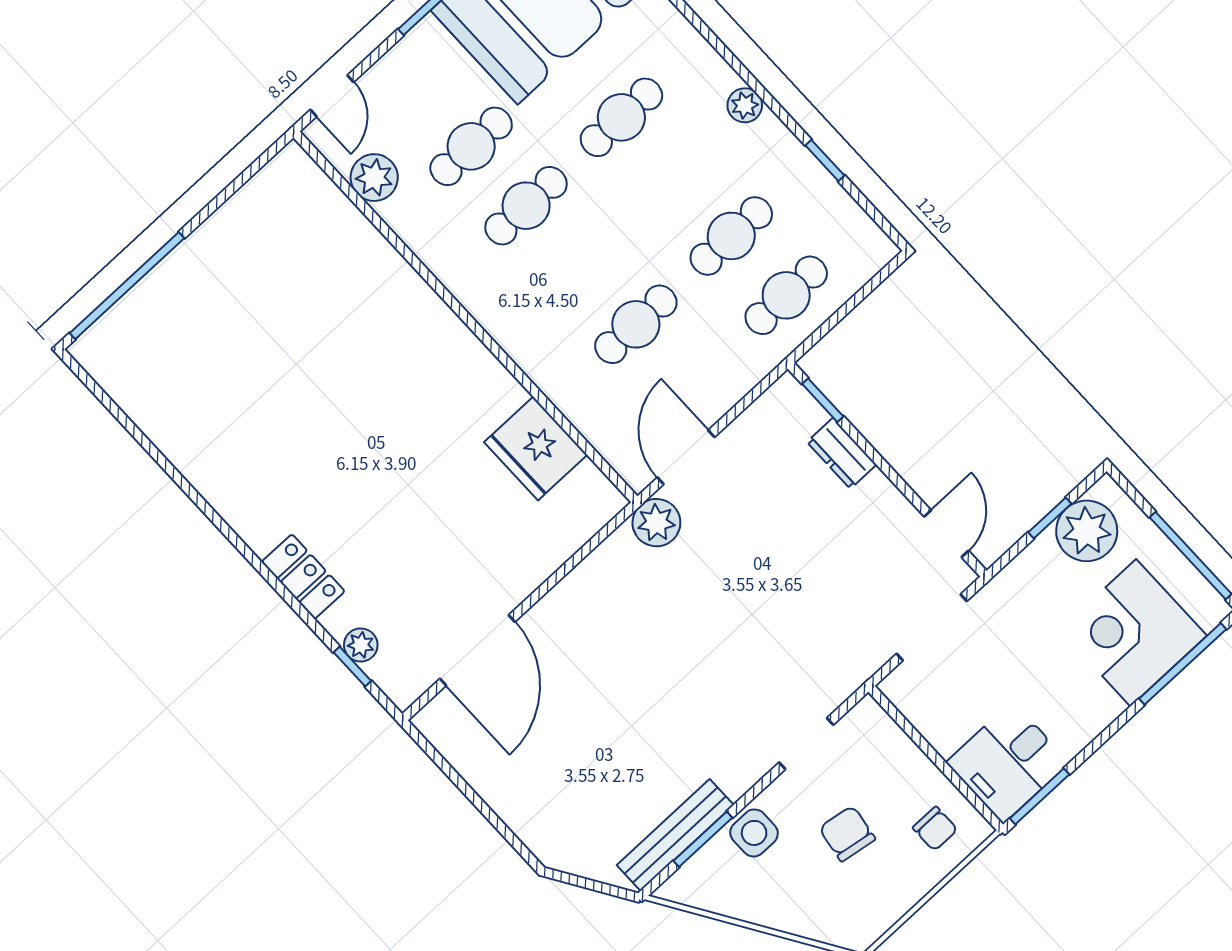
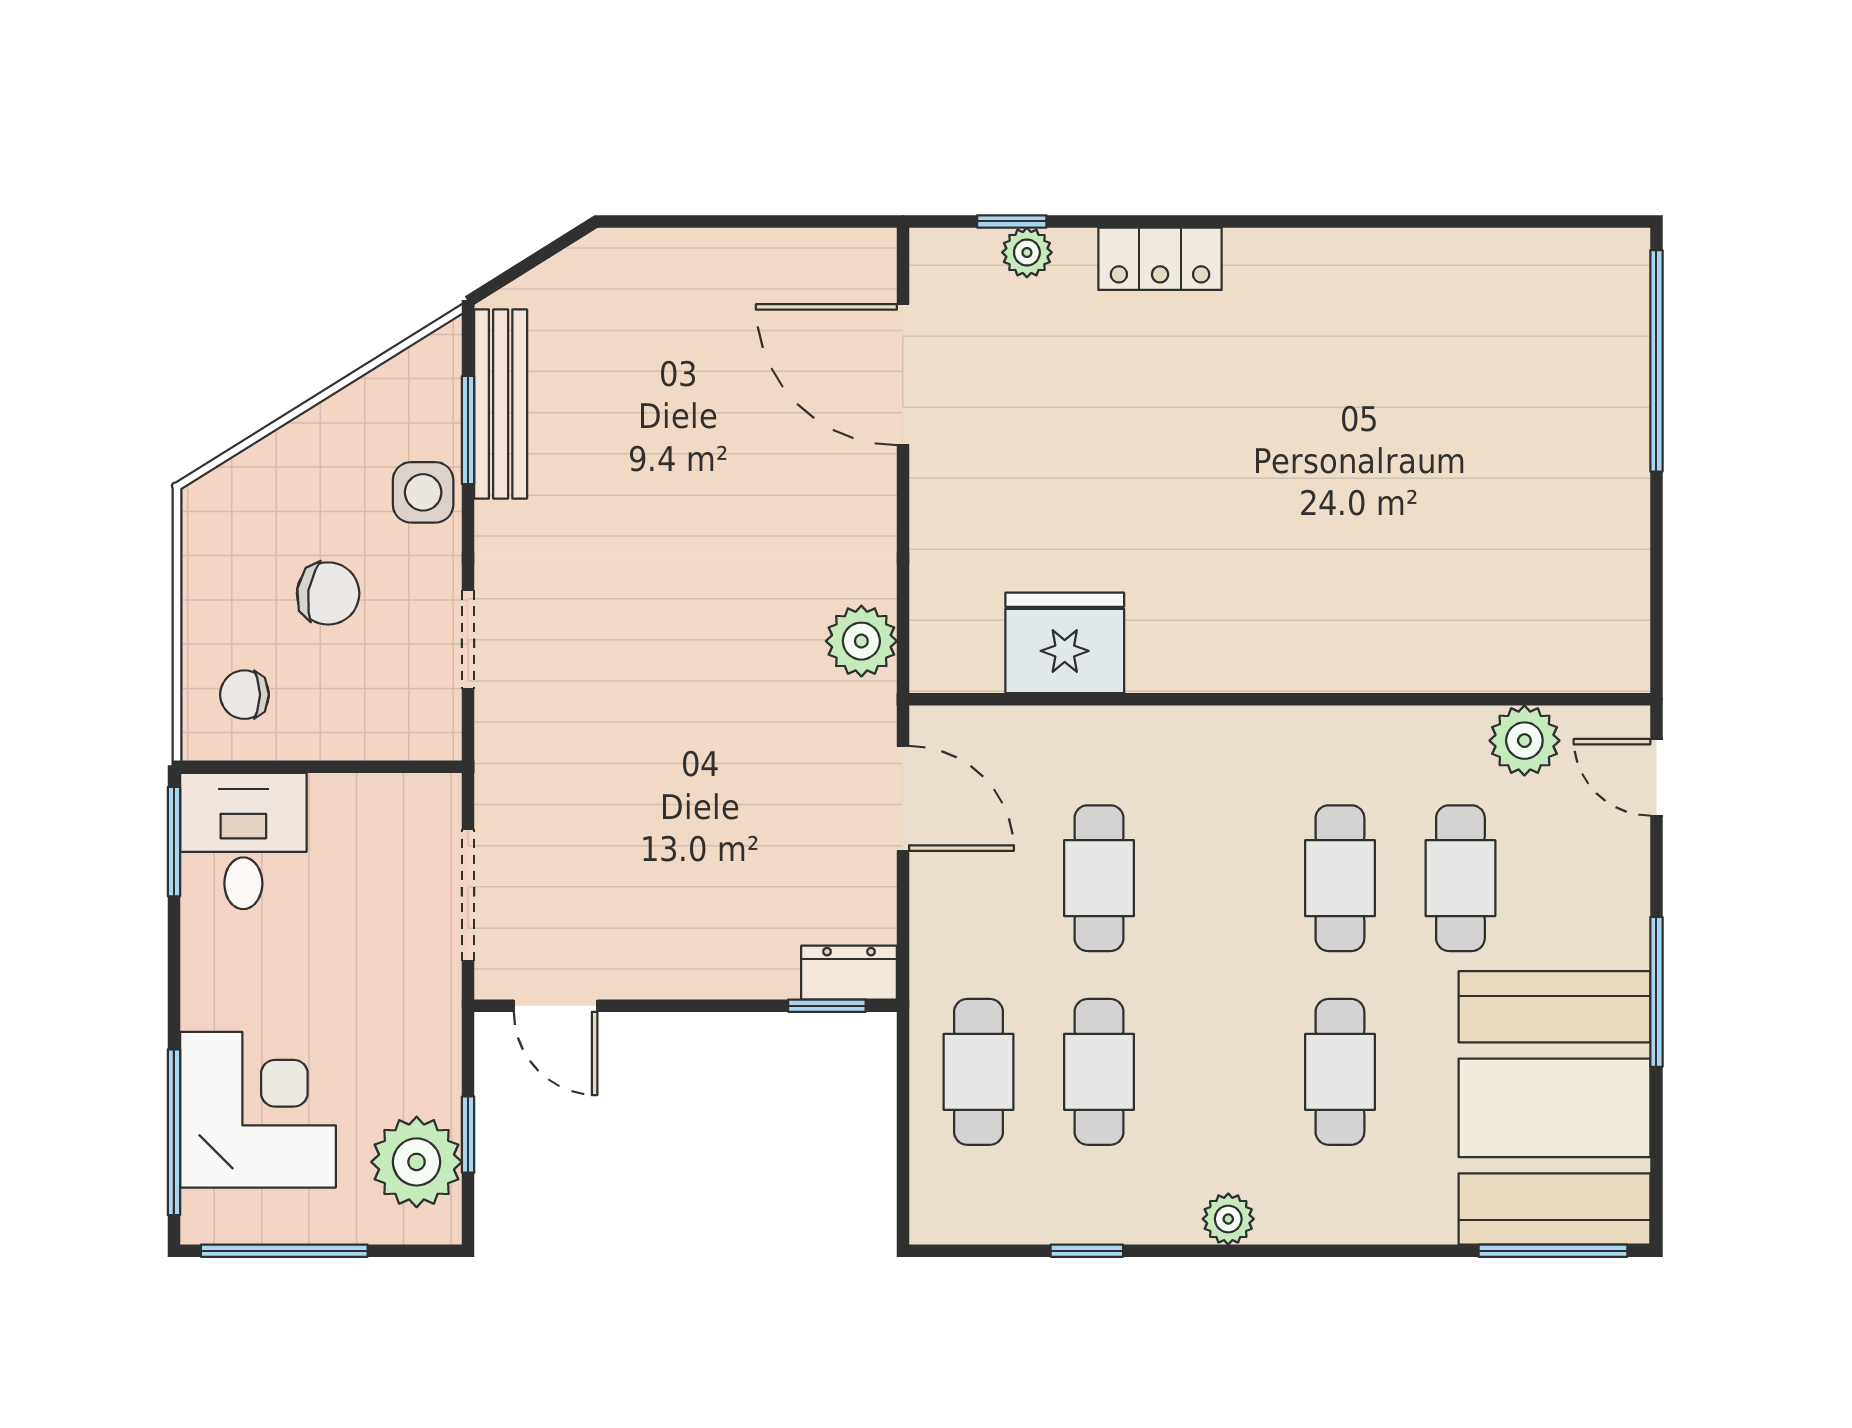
dresser: (842, 453) -> (849, 973), moved
plant: (656, 523) -> (861, 641), moved

